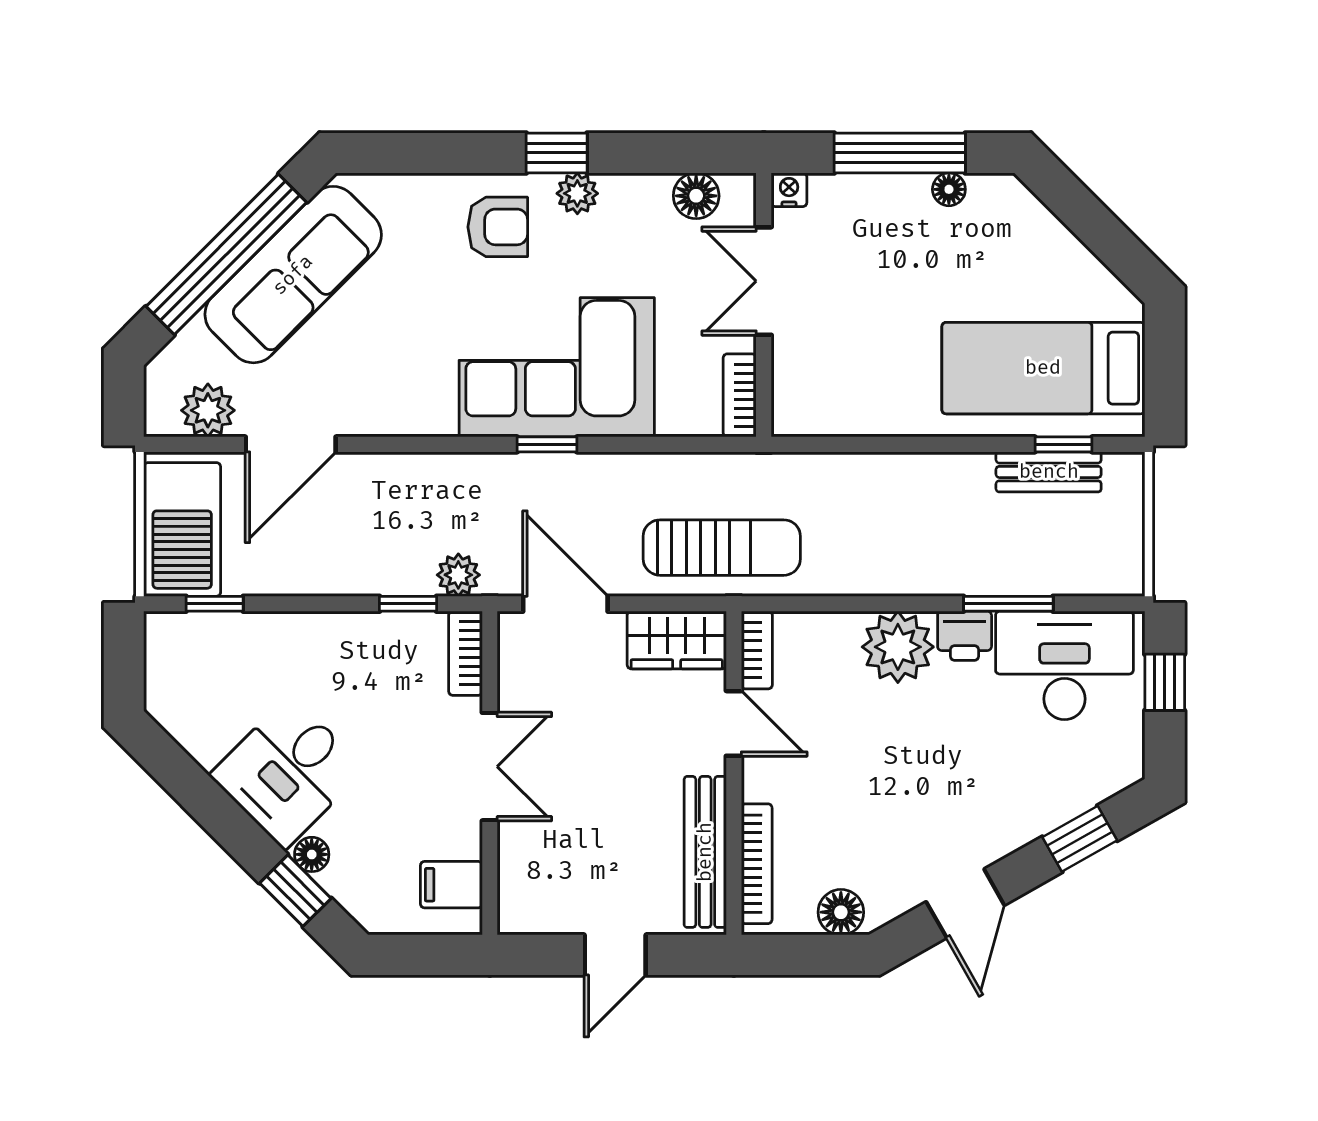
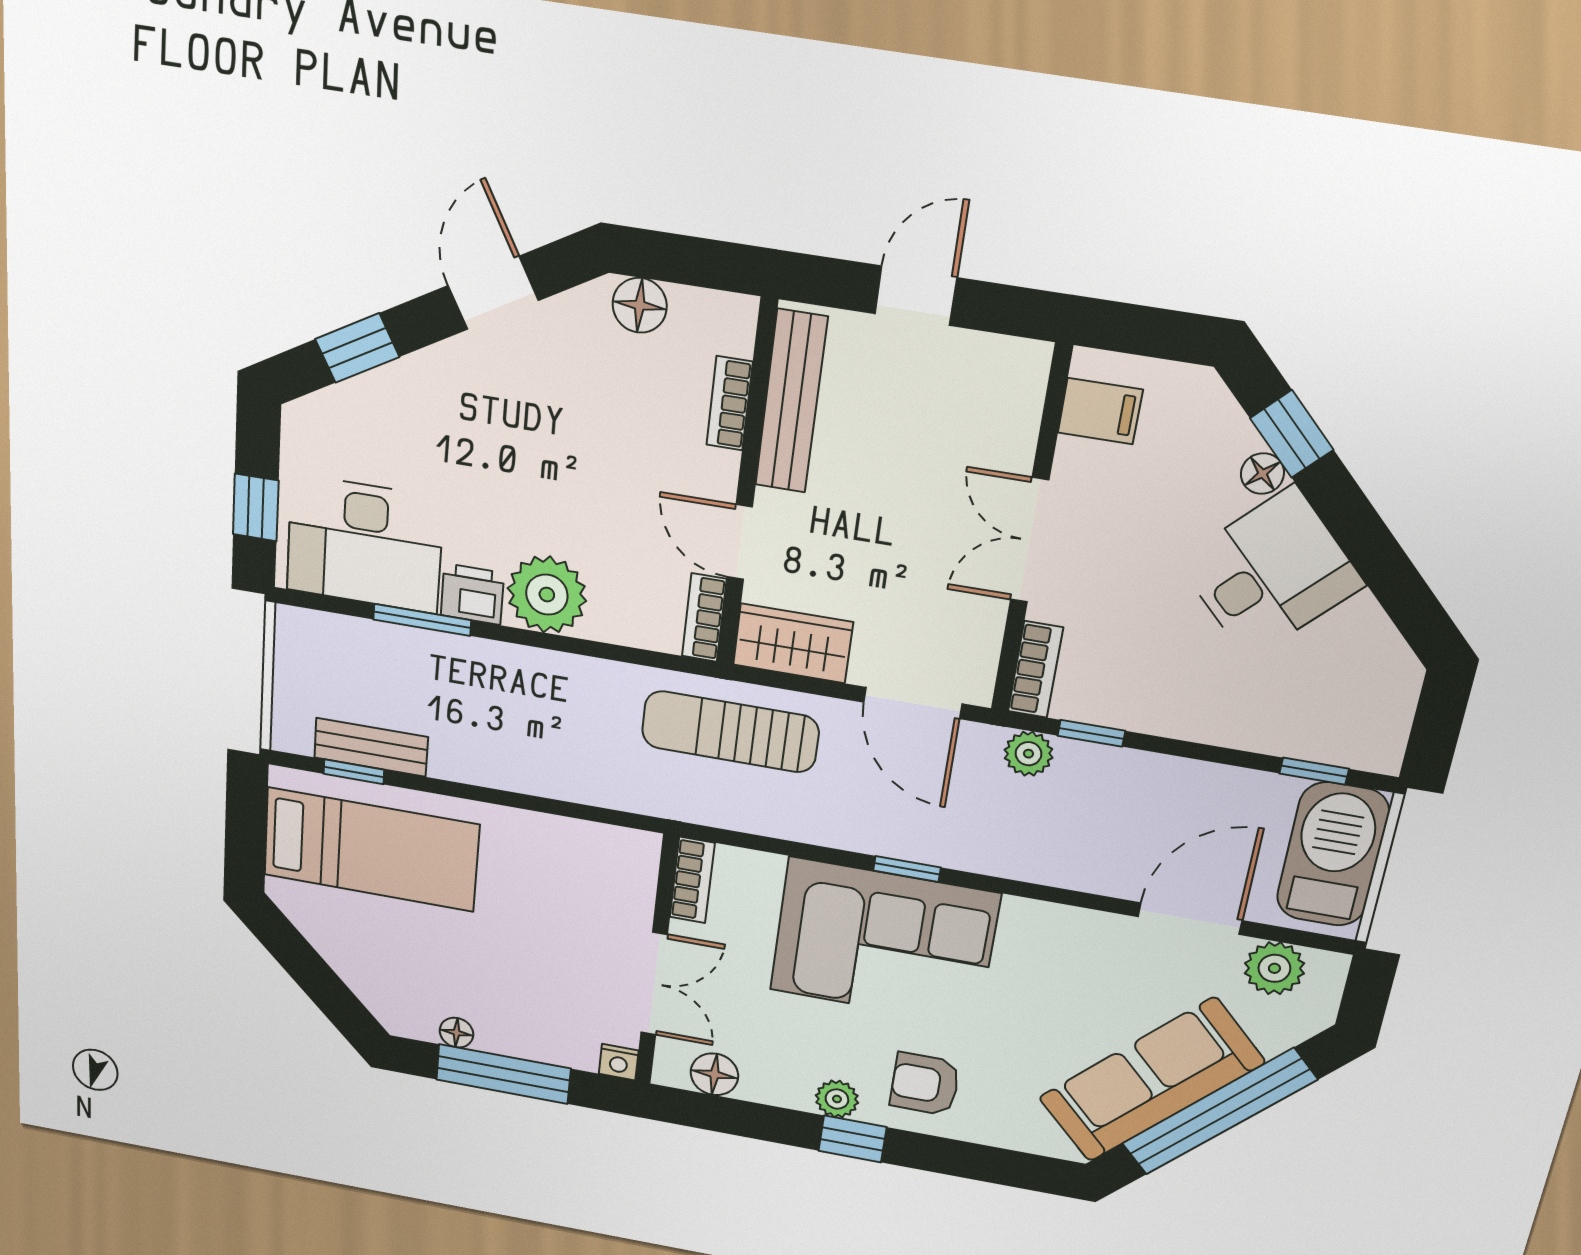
bookcase: (757, 864) -> (730, 403), width x0.64

